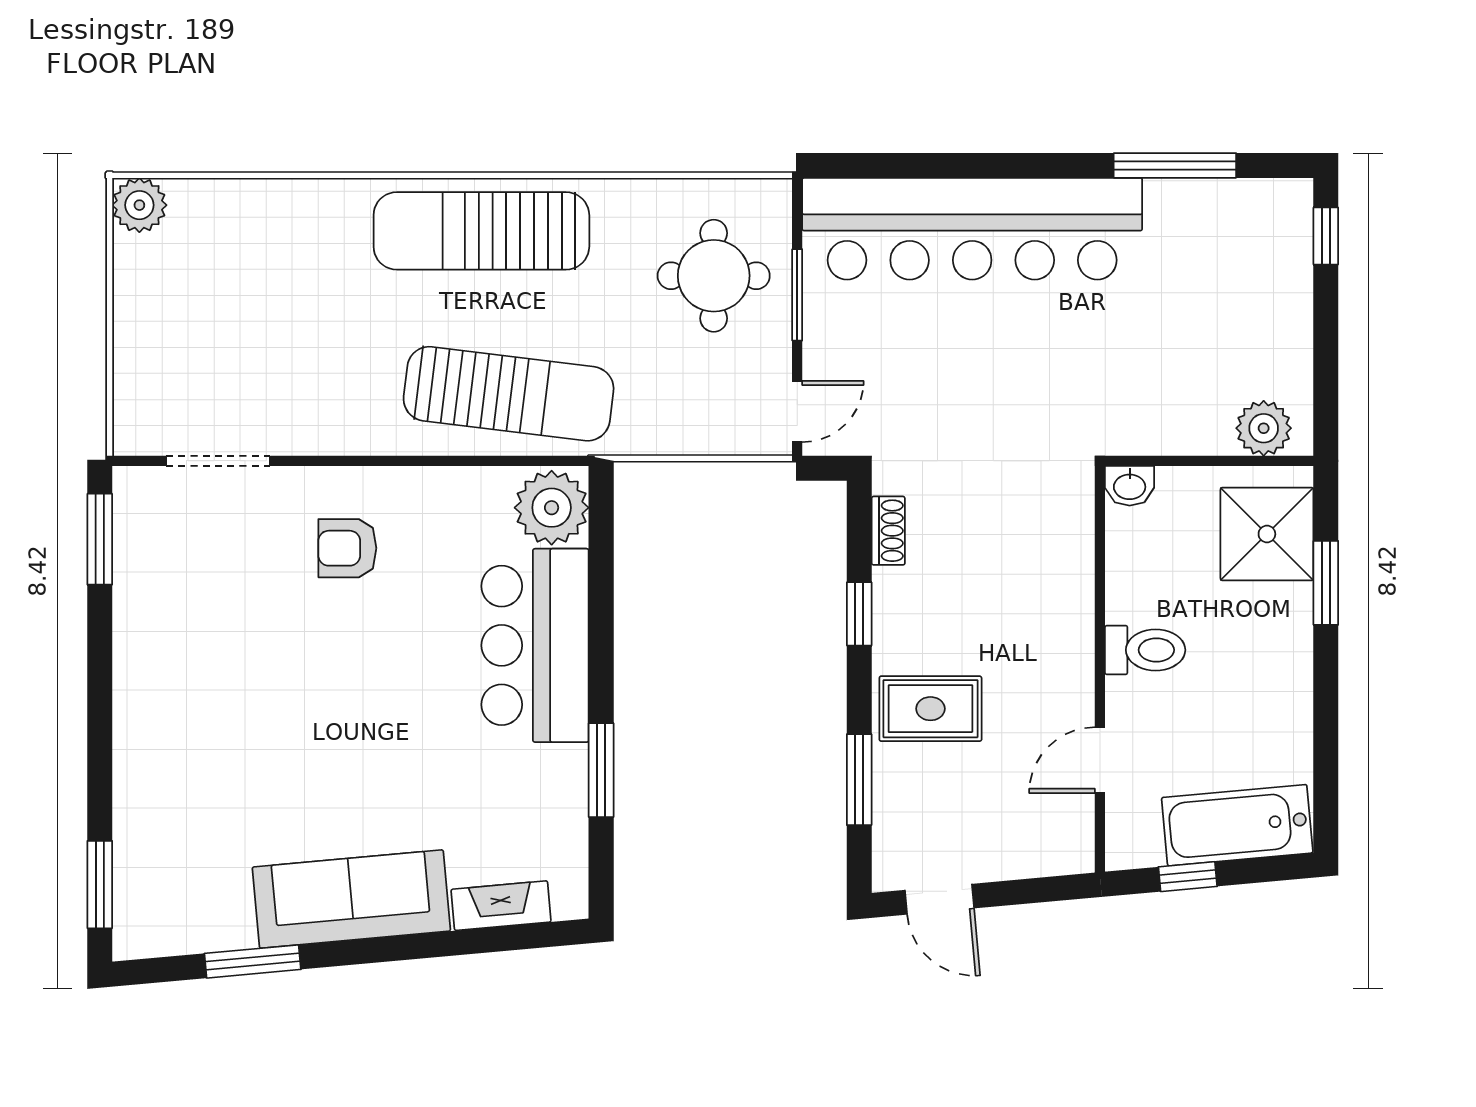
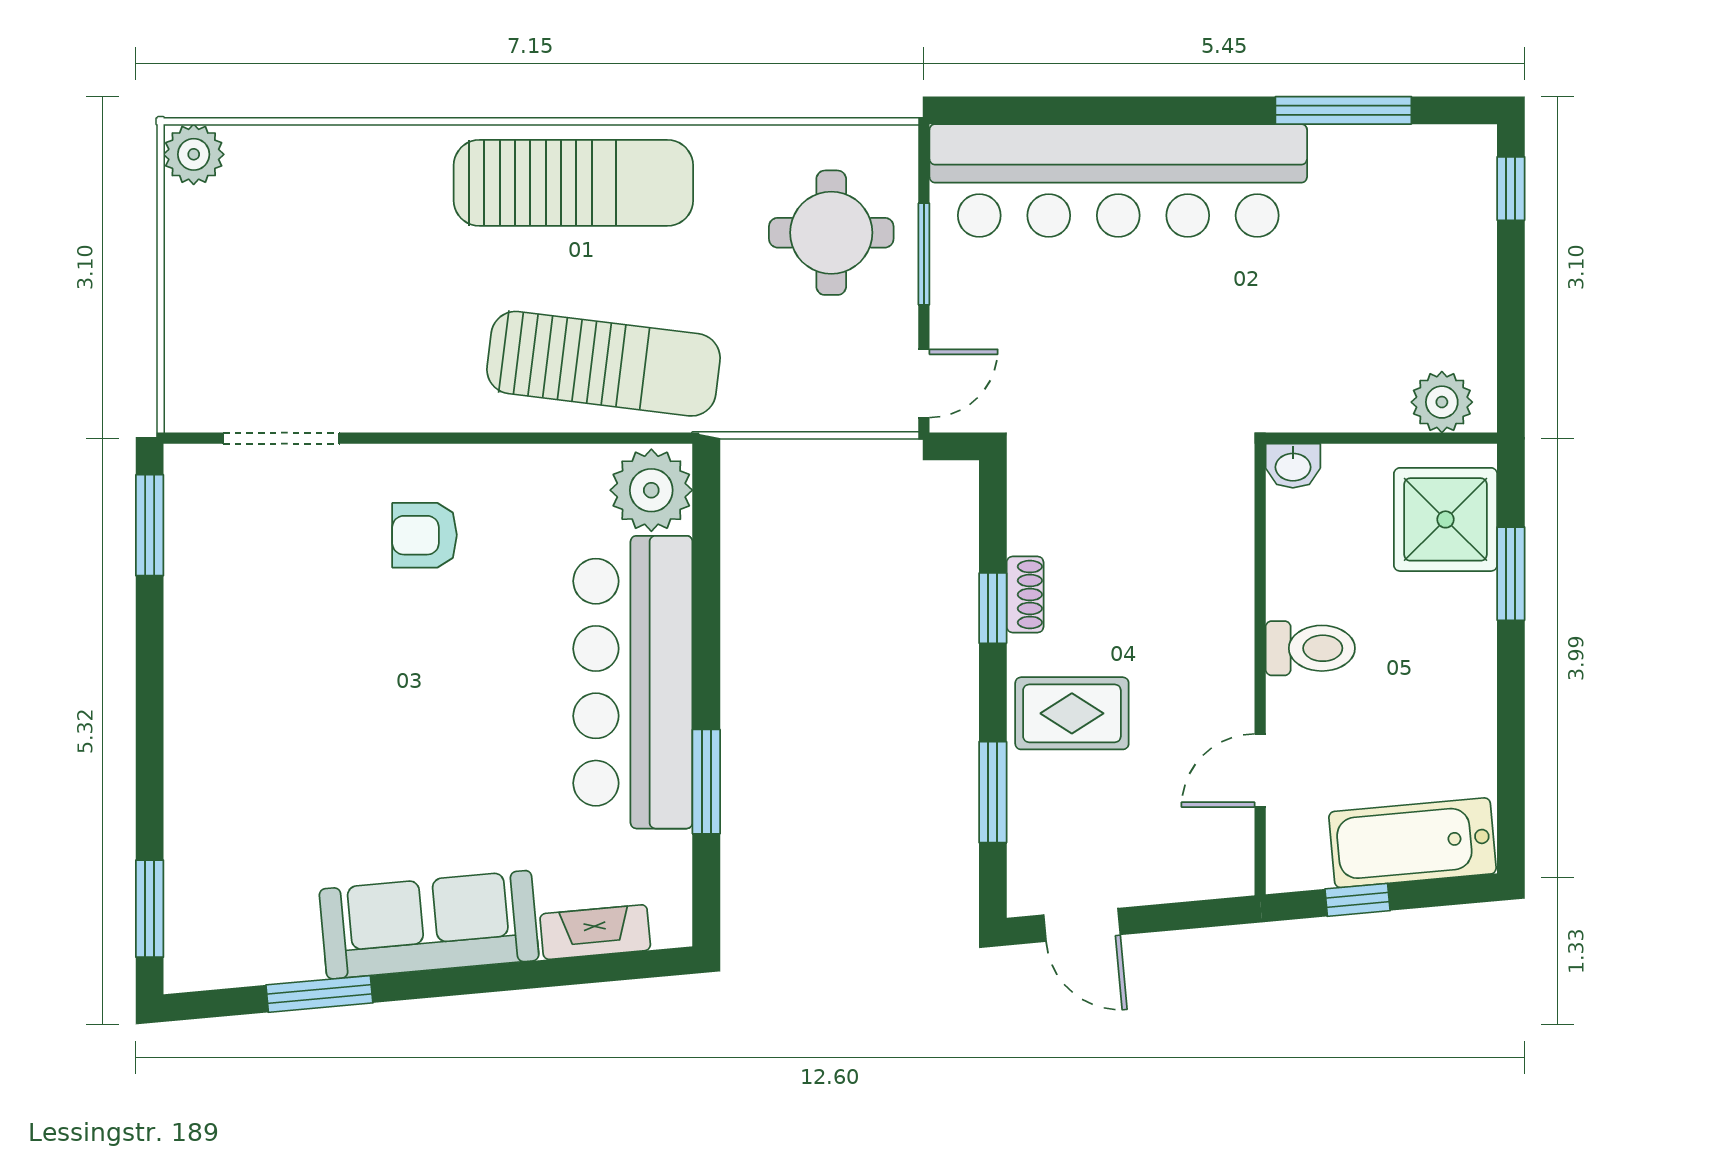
sun lounger: (481, 231) -> (573, 183), turned 180
shoe rack: (888, 531) -> (1025, 595), moved
bar counter: (535, 645) -> (633, 682), width x1.36

